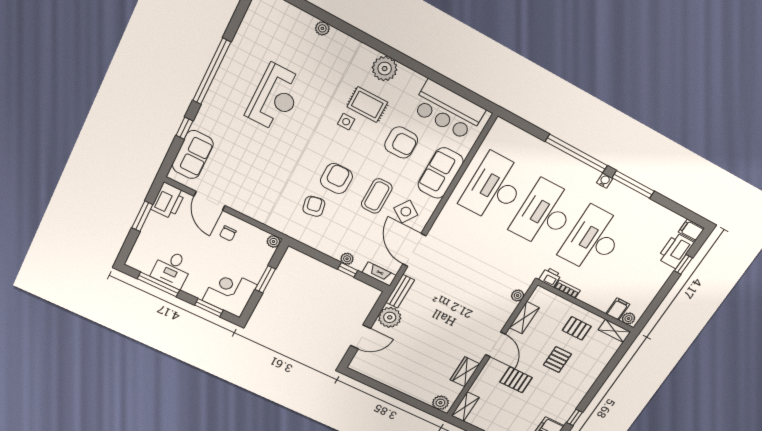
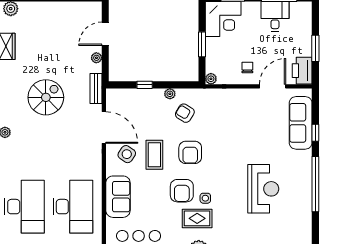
reception desk: (275, 98) -> (263, 189), turned 180
armchair: (401, 143) -> (182, 191), moved, turned -90
sofa: (193, 155) -> (301, 123), width x1.36
door: (209, 201) -> (273, 86), hinge flipped
armchair: (314, 206) -> (185, 113), moved, turned 133
plant: (347, 259) -> (170, 94), moved
fireplace: (379, 274) -> (119, 94), removed
spiral stairs: (456, 308) -> (46, 97), added
plant: (390, 317) -> (96, 58), width x0.53, depth x0.53

